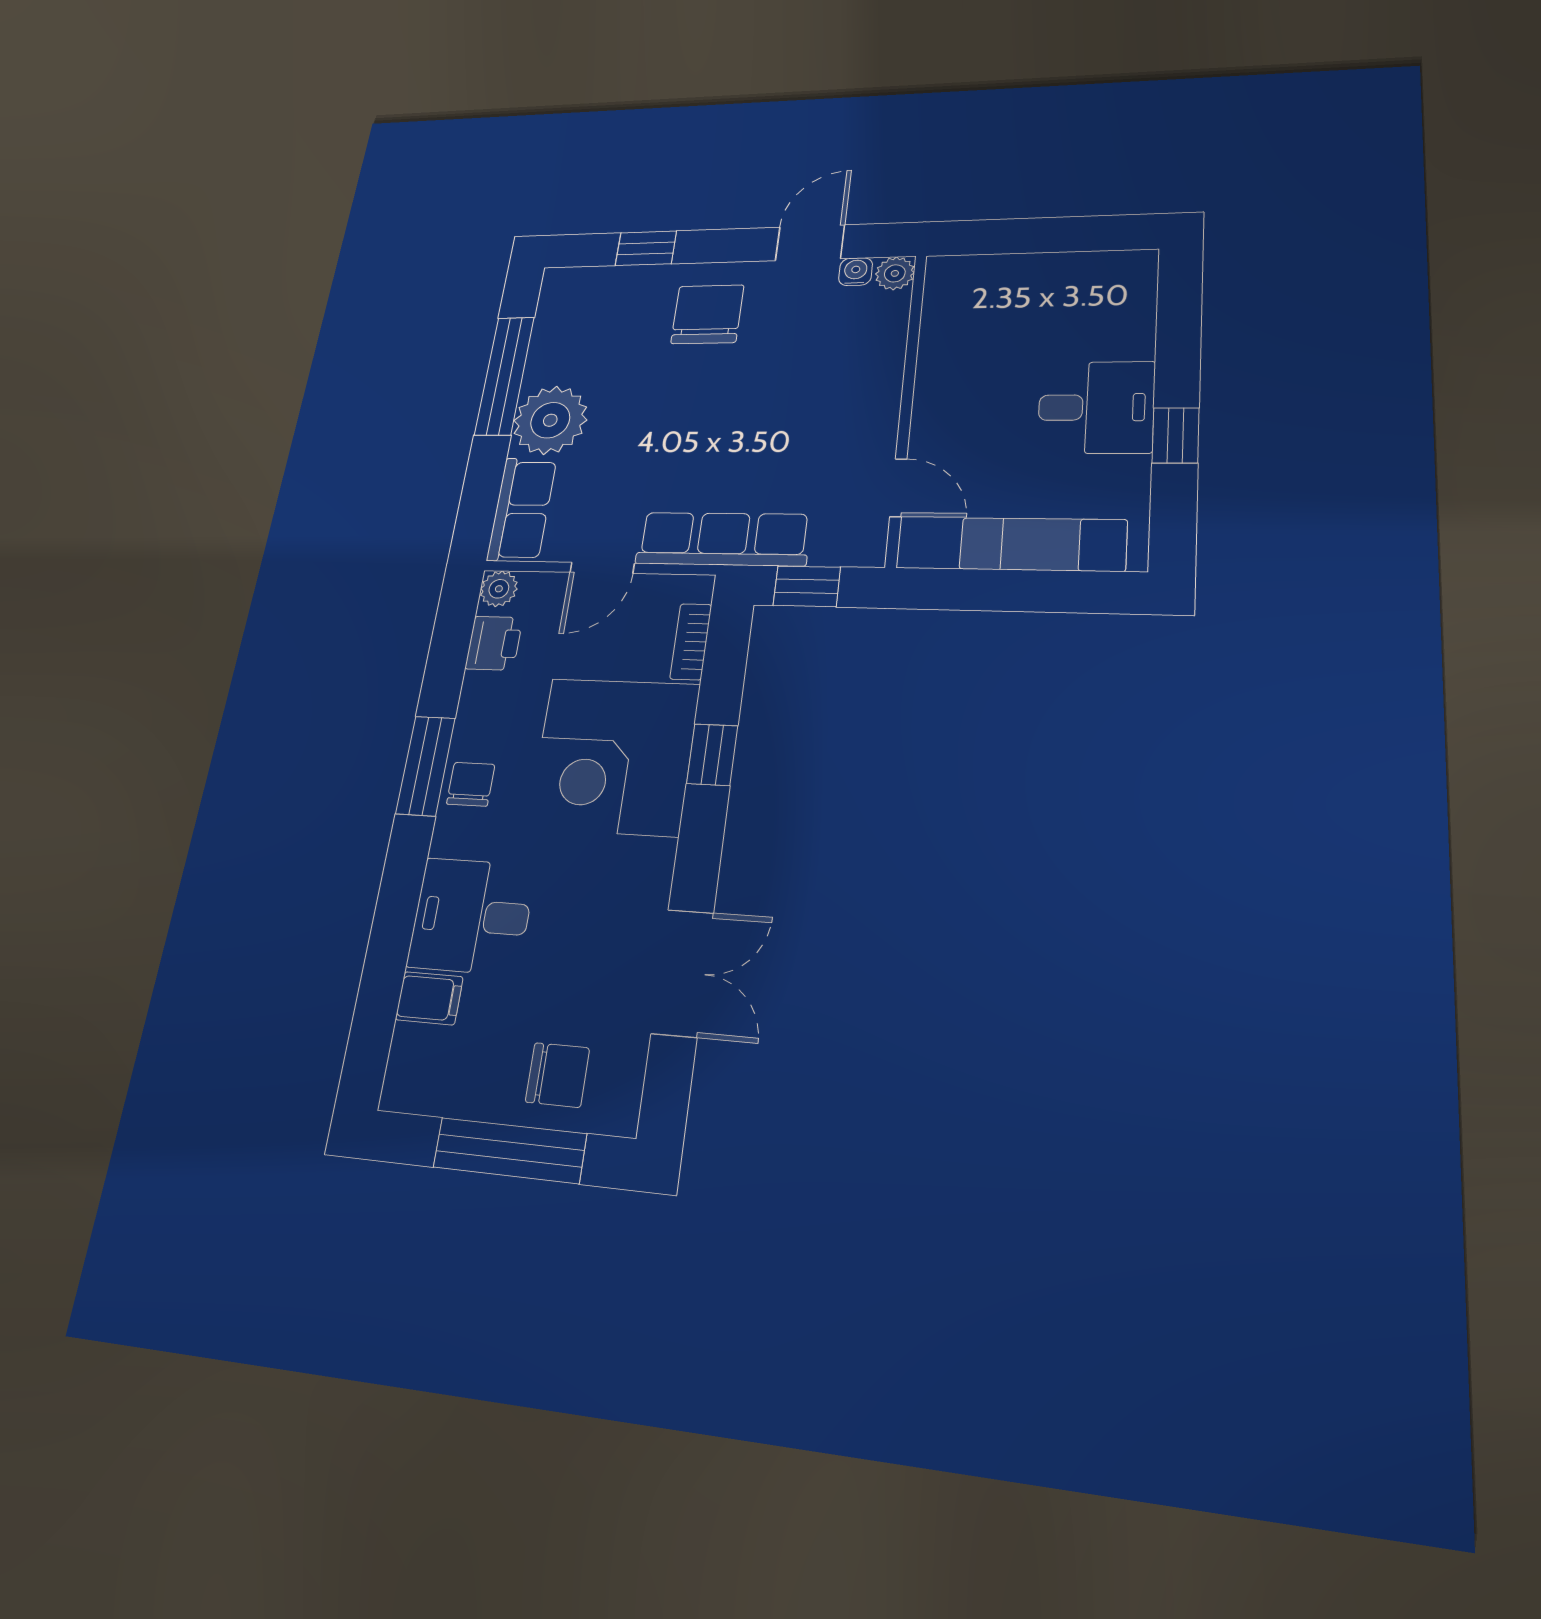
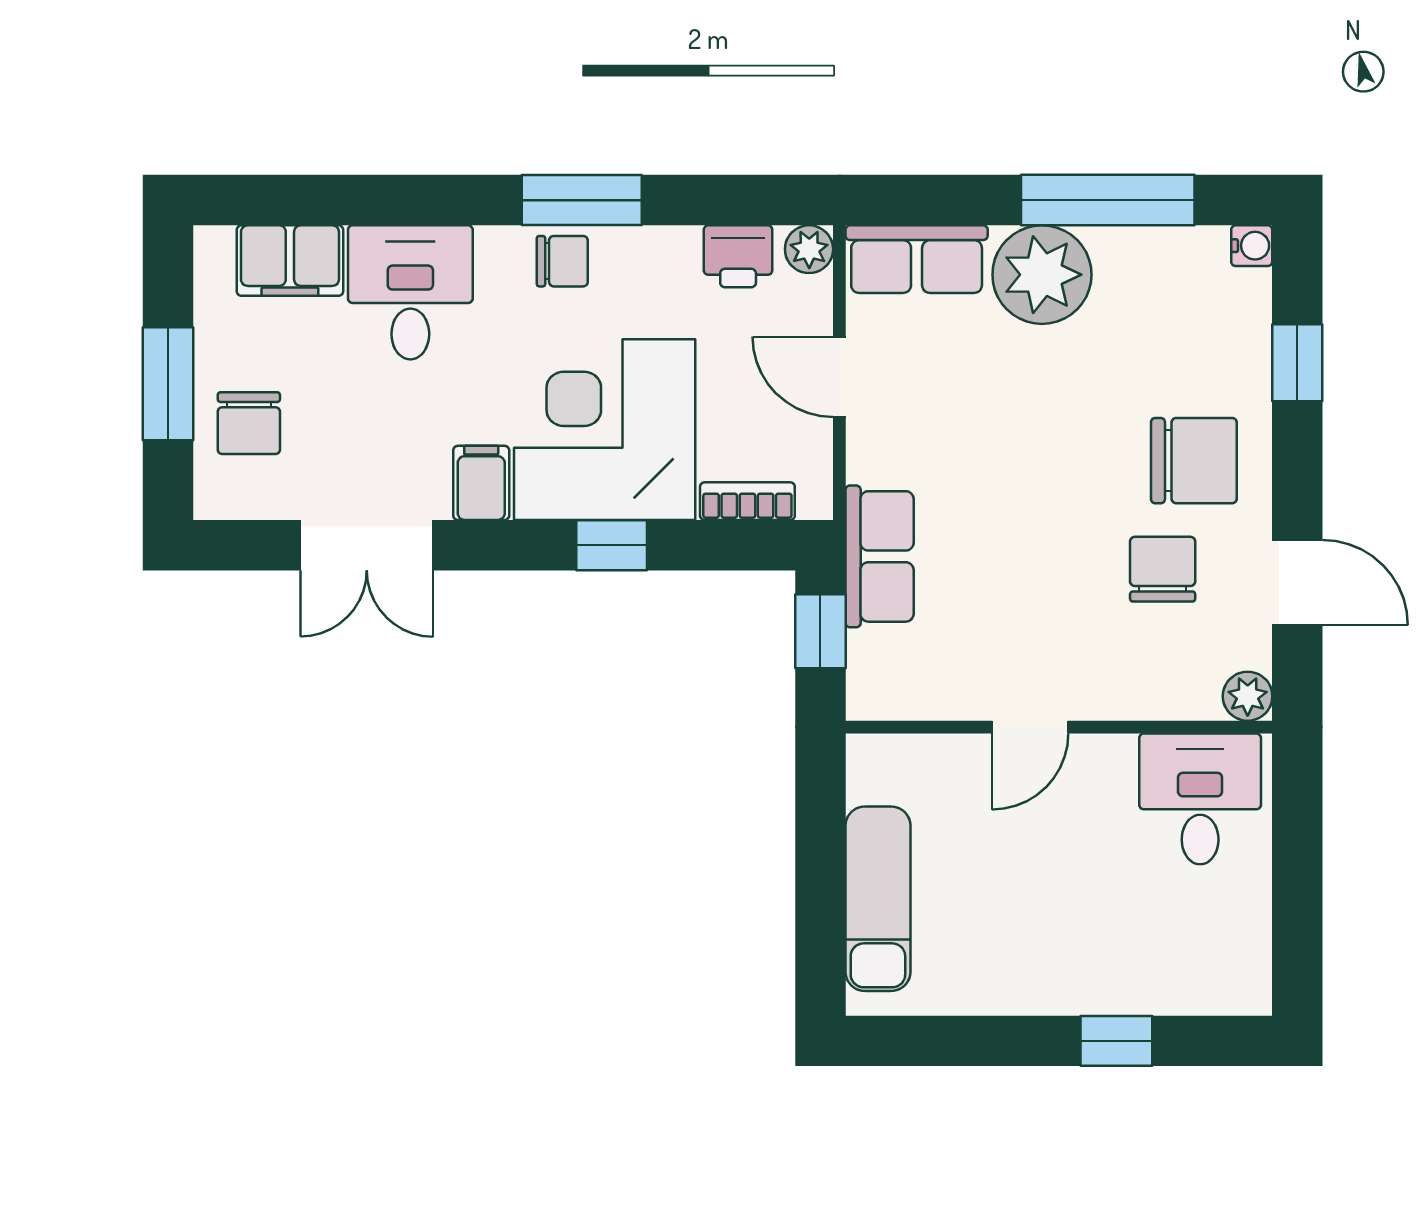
water cooler: (856, 272) -> (1252, 246), moved
chair: (788, 334) -> (1163, 569), added
desk: (1096, 407) -> (1200, 799), moved, turned 180
window: (1176, 435) -> (1116, 1041), moved
door: (898, 488) -> (1030, 727), moved
row of seats: (723, 539) -> (880, 556), width x0.68
filing cabinet: (643, 865) -> (481, 483), added
filing cabinet: (429, 998) -> (290, 261), width x2.00
window: (510, 1150) -> (168, 384), width x0.69

